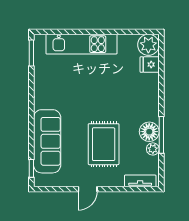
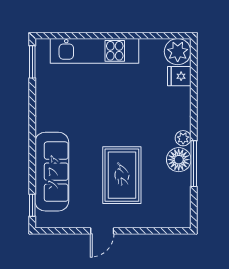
plant: (153, 149) -> (183, 138), moved
tv unit: (140, 181) -> (167, 221), removed

